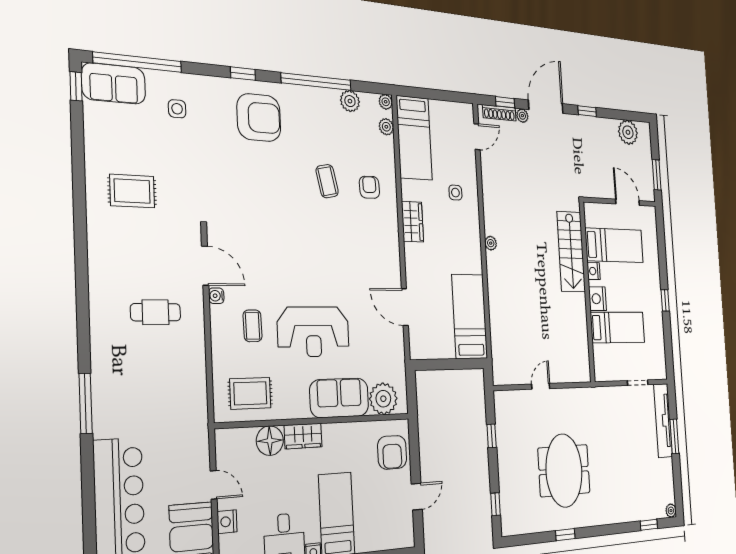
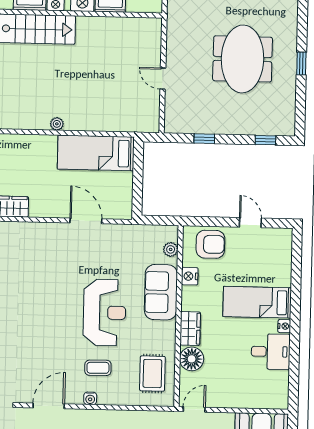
plant: (491, 243) -> (57, 124), moved
water cooler: (216, 296) -> (90, 398), moved
door: (405, 307) -> (86, 221), swing flipped
plant: (383, 399) -> (171, 249), width x0.53, depth x0.53
meeting table: (564, 471) -> (243, 59), turned 90
door: (214, 485) -> (194, 409), moved
nightstand: (227, 522) -> (190, 276), moved, turned 90

